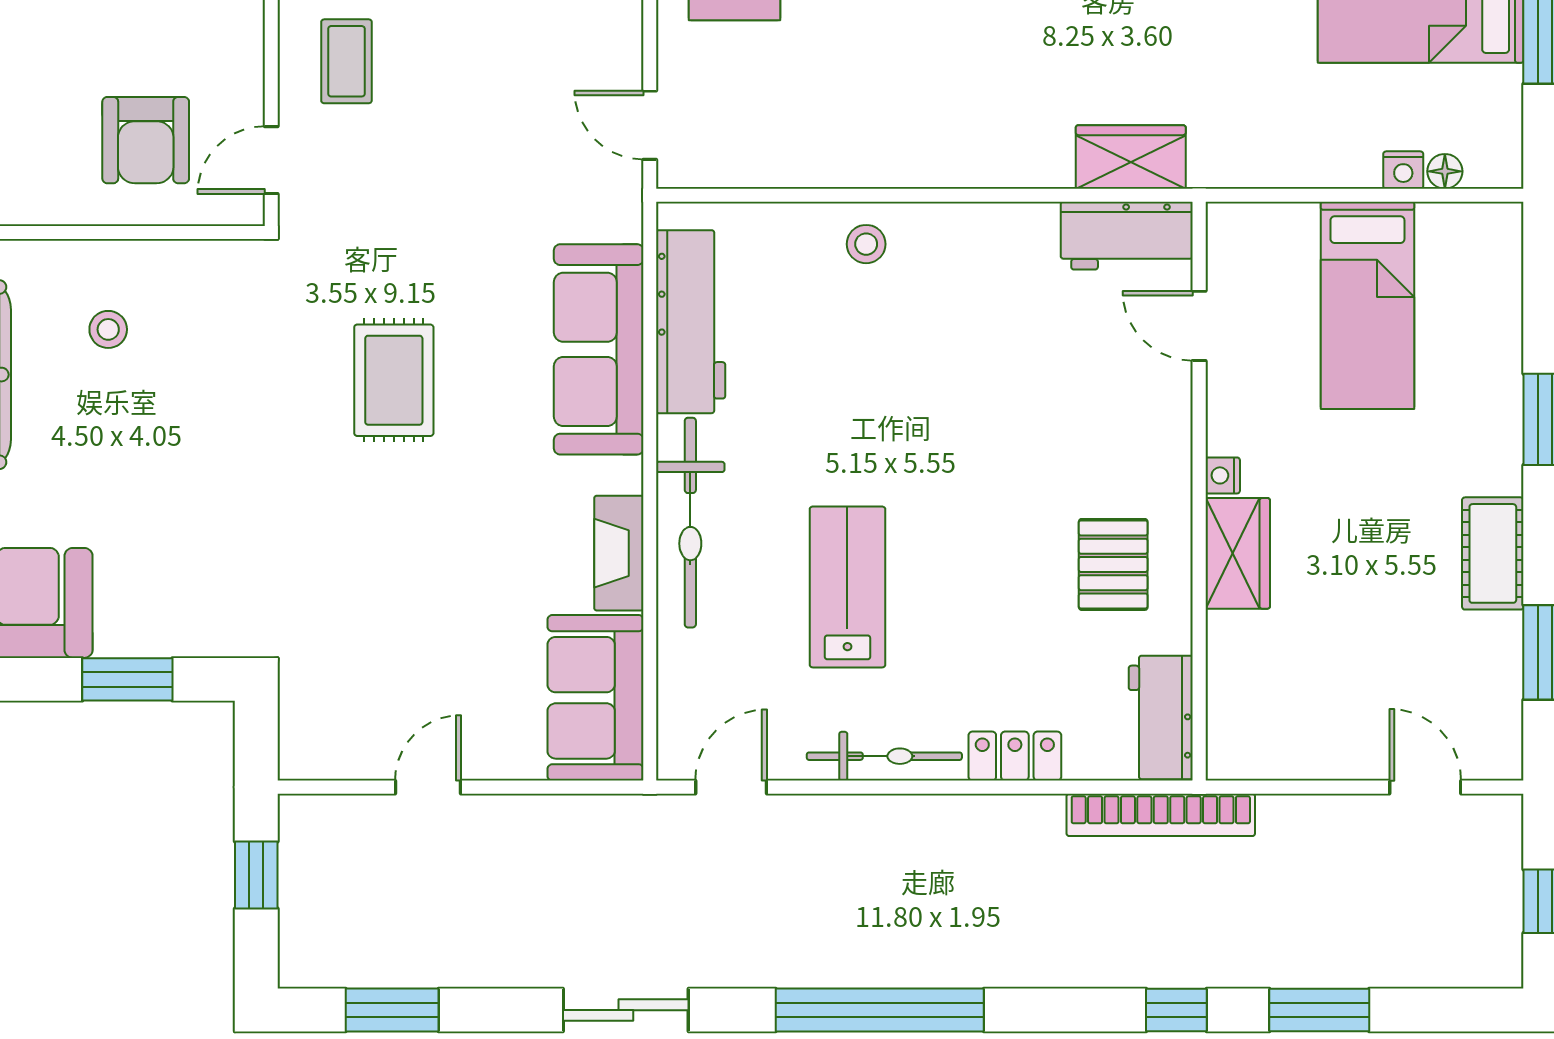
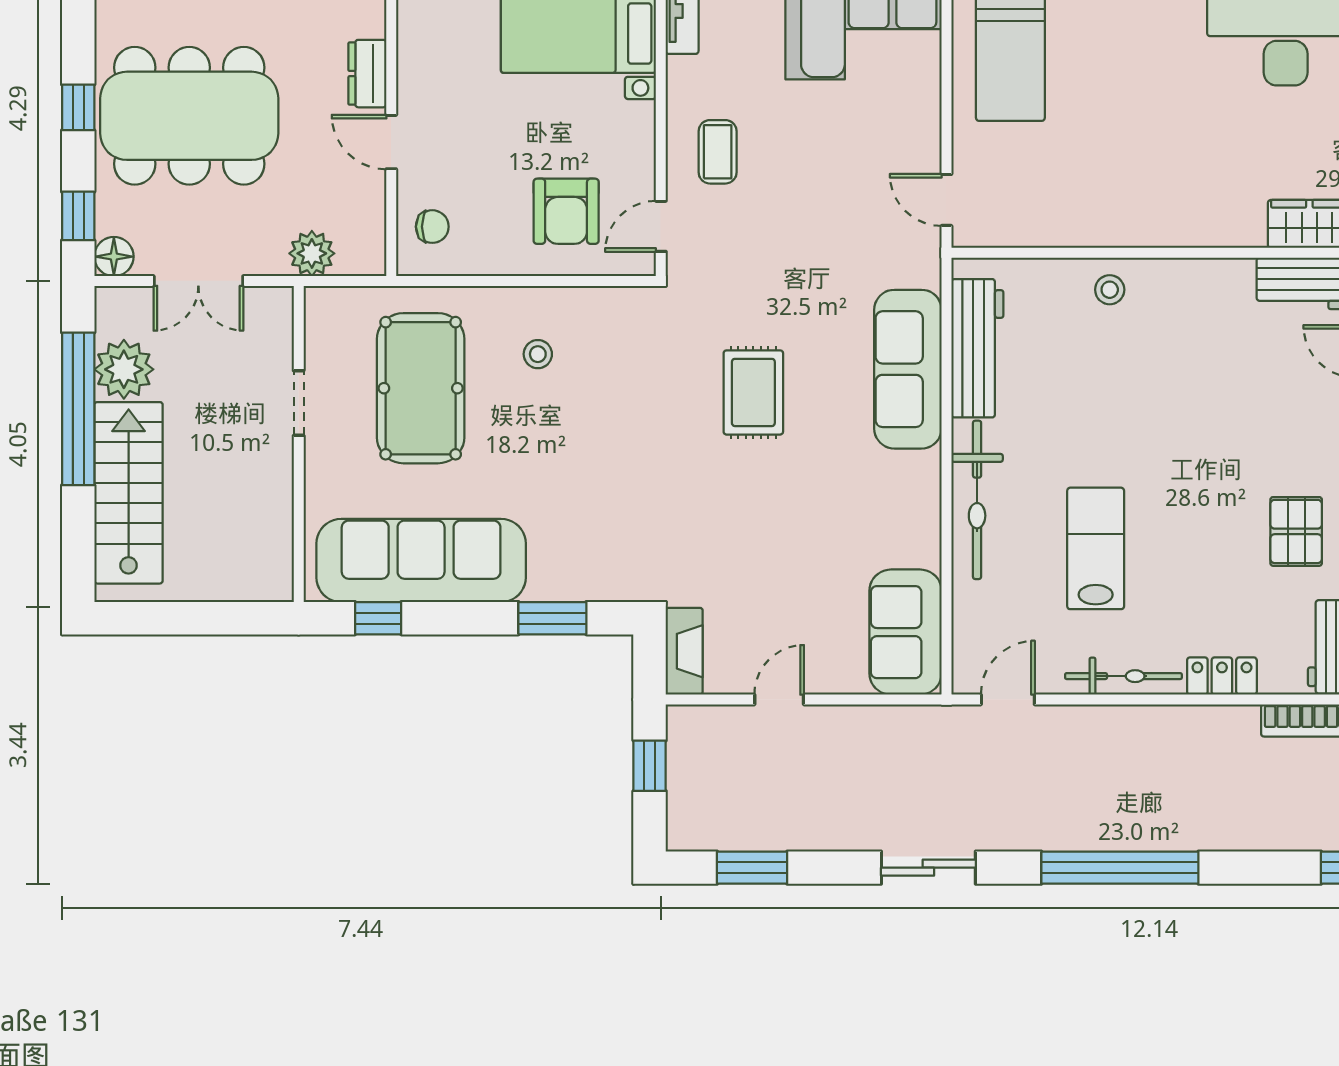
fireplace: (619, 553) -> (684, 651), moved, turned 180

